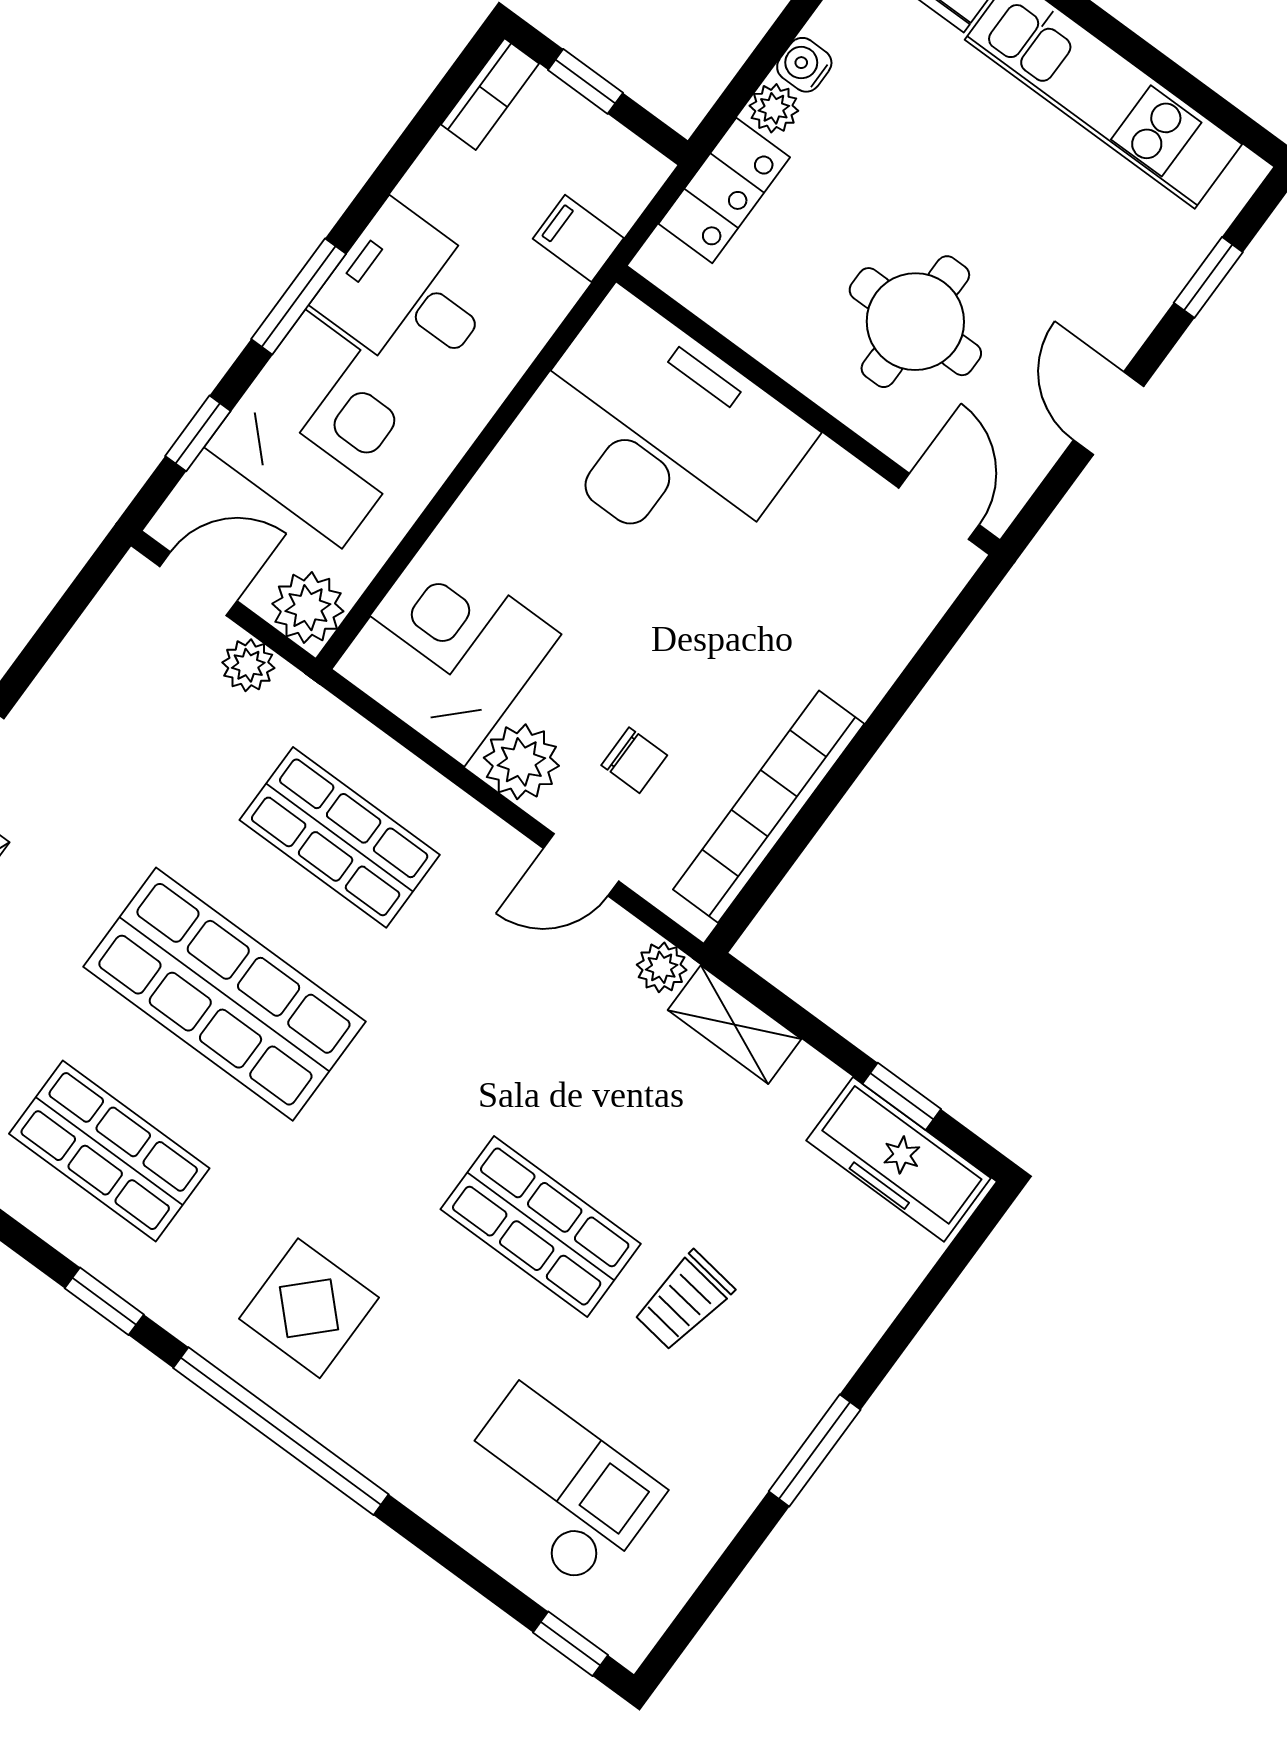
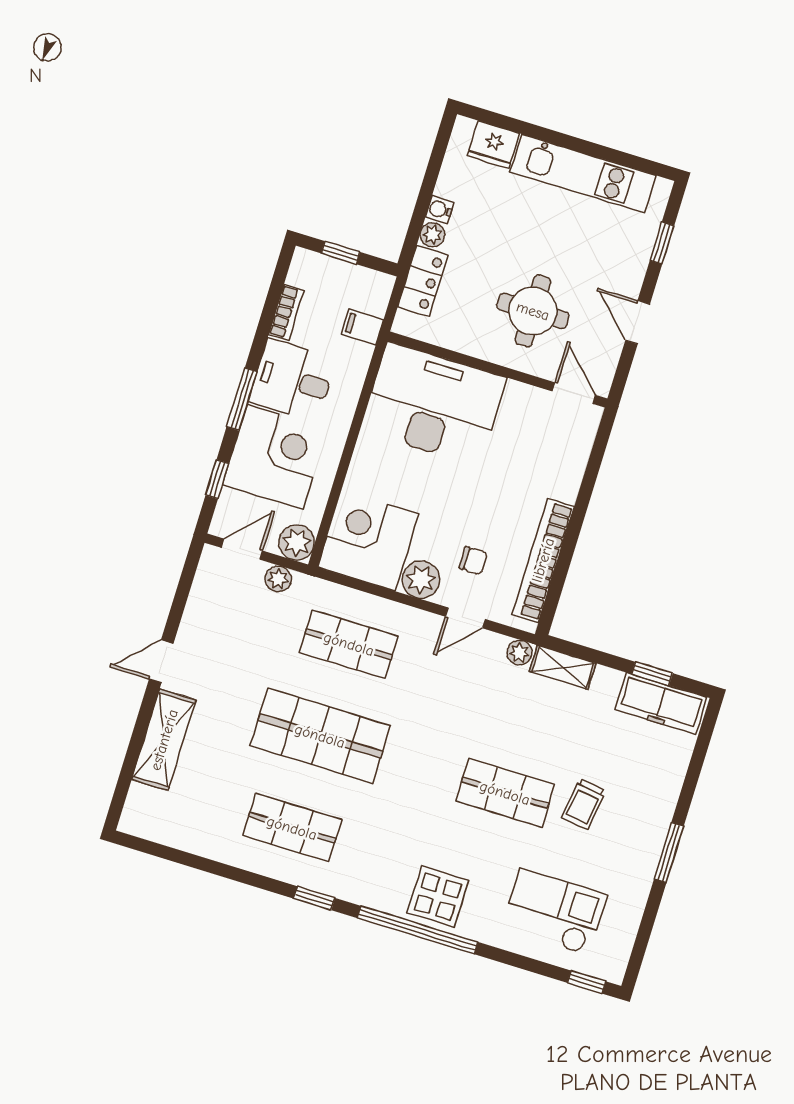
bookcase: (490, 94) -> (286, 312), moved
display table: (309, 1308) -> (438, 897), moved

